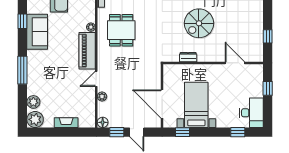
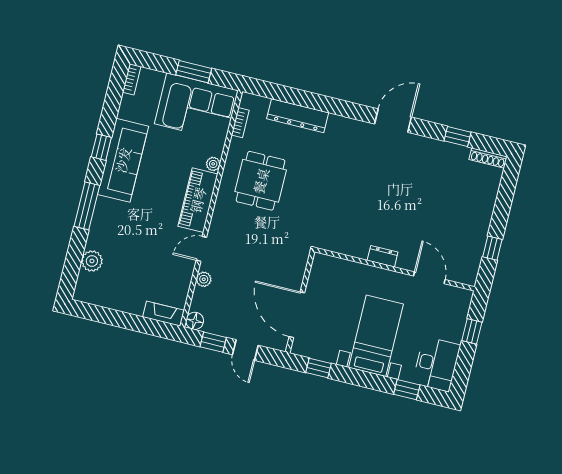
window: (22, 21) -> (101, 147), moved
spiral stairs: (199, 23) -> (388, 200), removed
sofa: (37, 32) -> (123, 160), width x1.36
dresser: (188, 57) -> (383, 256), moved
bed with nightstands: (196, 105) -> (376, 336), moved
plant: (35, 119) -> (88, 290), removed
fireplace: (66, 123) -> (164, 314), moved

